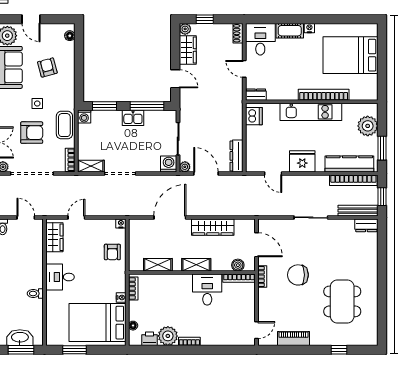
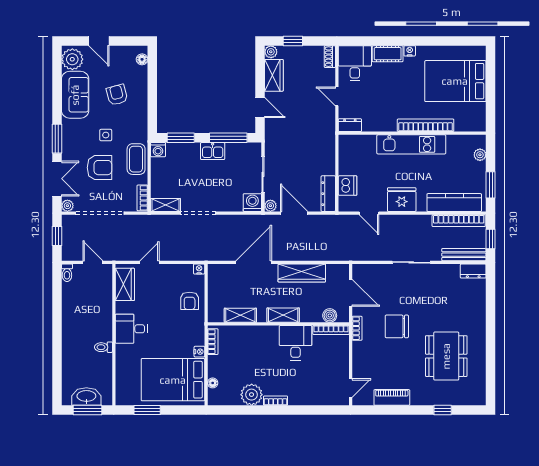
dishwasher: (254, 116) -> (348, 186), moved
plant: (368, 126) -> (480, 155), width x0.53, depth x0.53
printer: (149, 339) -> (231, 398), removed

